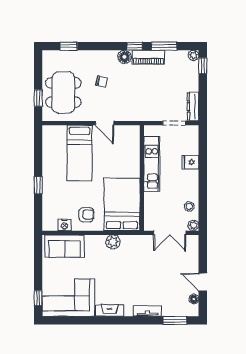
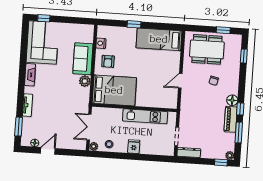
window: (38, 98) -> (223, 30), moved
bed: (80, 153) -> (159, 39), moved
fridge: (190, 162) -> (134, 147), moved
sofa: (64, 246) -> (83, 59), moved

